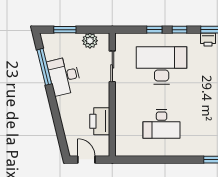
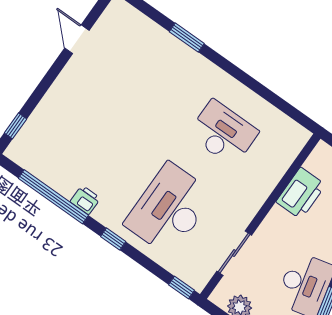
window: (154, 30) -> (181, 287), moved
desk: (162, 65) -> (169, 209), turned 90

